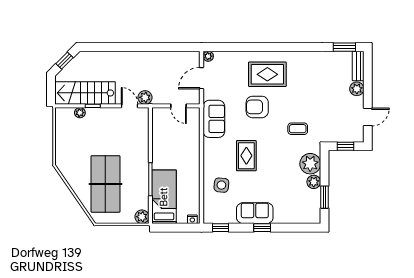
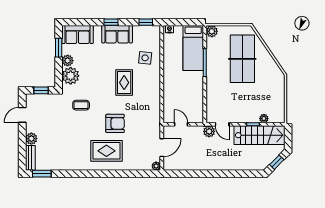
sofa: (214, 119) -> (78, 35), moved, turned -90

